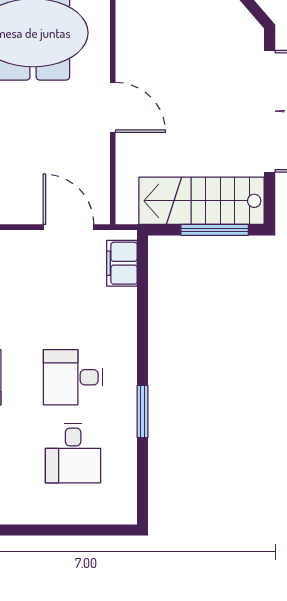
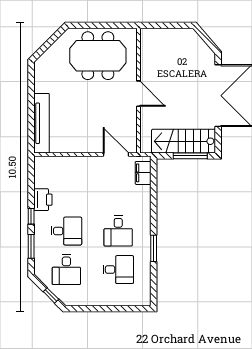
desk: (73, 377) -> (118, 231), turned -90
desk: (73, 453) -> (118, 270), turned -90

